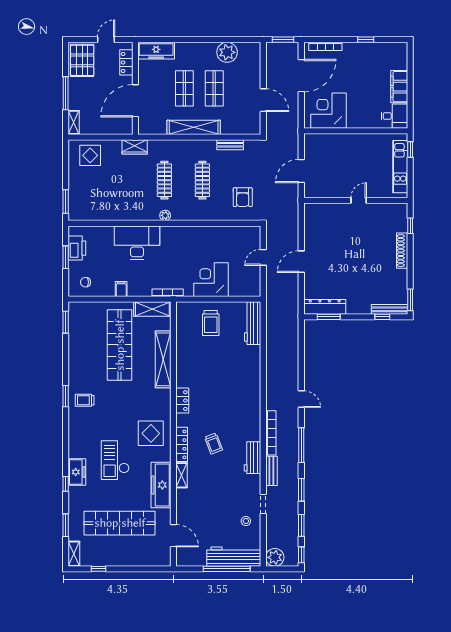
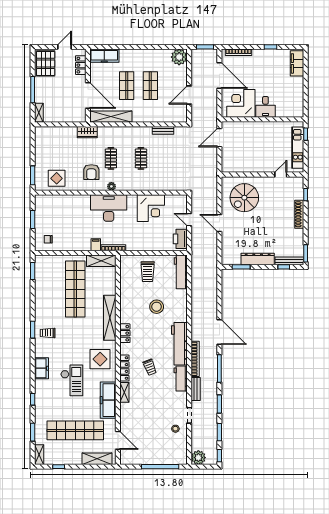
plant: (227, 52) -> (179, 57), moved
door: (301, 76) -> (219, 76), hinge flipped
filing cabinet: (399, 87) -> (297, 63), moved
door: (263, 100) -> (189, 95), swing flipped
door: (135, 101) -> (88, 95), swing flipped
desk: (394, 116) -> (265, 107), moved, turned 90
shelving: (194, 127) -> (111, 117), moved
display table: (90, 155) -> (57, 178), moved
door: (301, 171) -> (219, 138), moved
clothes rail: (164, 180) -> (111, 158), width x0.73
clothes rail: (202, 180) -> (141, 158), width x0.73
armchair: (243, 197) -> (91, 172), moved
door: (359, 200) -> (281, 174), moved
spiral stairs: (333, 230) -> (244, 198), added
desk: (137, 243) -> (109, 208), moved
printer: (77, 248) -> (180, 239), moved, turned 180
door: (263, 257) -> (189, 220), hinge flipped
door: (301, 262) -> (219, 223), hinge flipped
corner desk: (211, 280) -> (151, 208), moved, turned 180
filing cabinet: (121, 289) -> (96, 245), moved
dresser: (325, 307) -> (258, 259), moved
shelving: (163, 359) -> (110, 318), moved
stool: (222, 367) -> (157, 307), added
door: (301, 399) -> (219, 332), width x1.87
checkout: (115, 460) -> (72, 380), turned 180
freezer: (77, 472) -> (41, 368), moved
workbench: (234, 557) -> (179, 344), moved, turned -90
shelving: (147, 559) -> (97, 459), added

